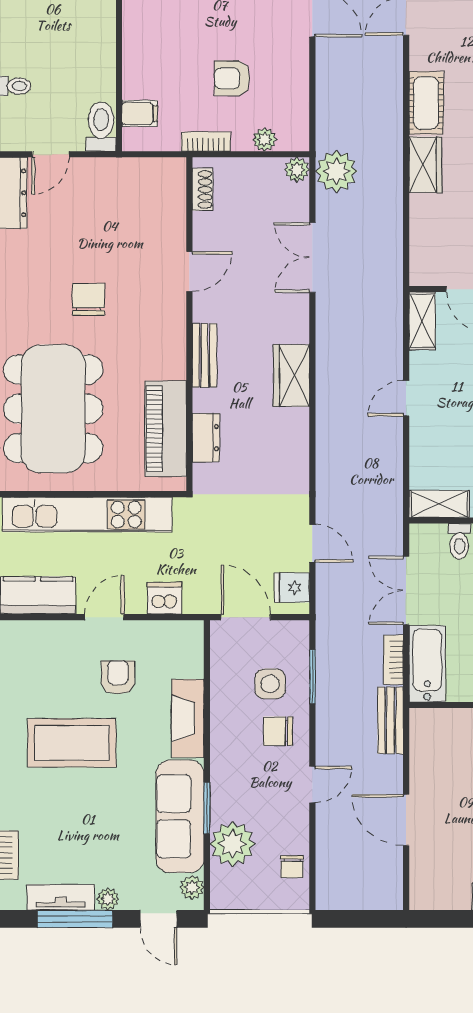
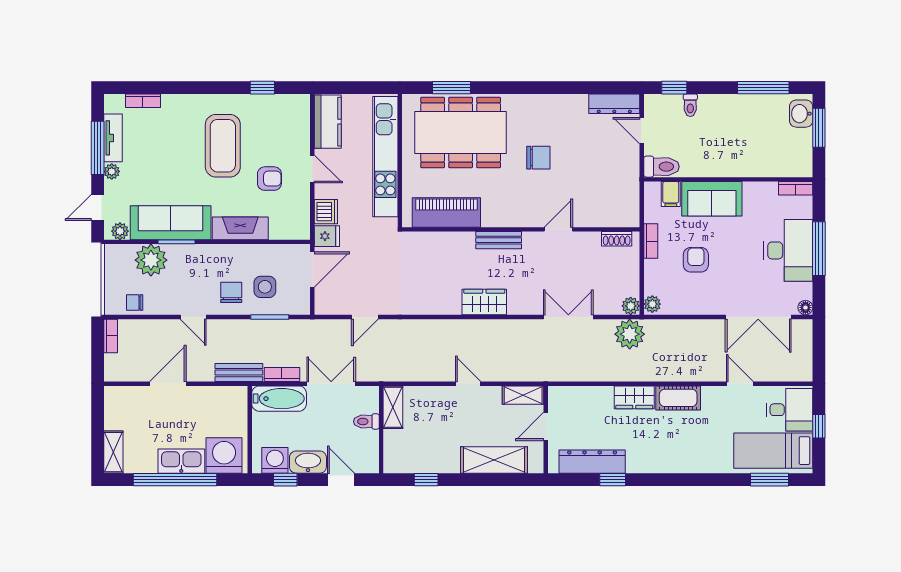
sofa: (146, 56) -> (712, 199), added
plant: (265, 139) -> (652, 304), moved
door: (189, 271) -> (558, 229), swing flipped
dresser: (206, 438) -> (440, 241), removed
fridge: (292, 588) -> (327, 236), moved, turned 90
bookcase: (339, 901) -> (111, 336), added

